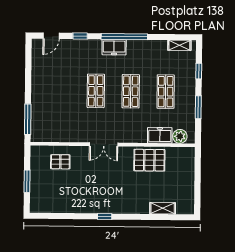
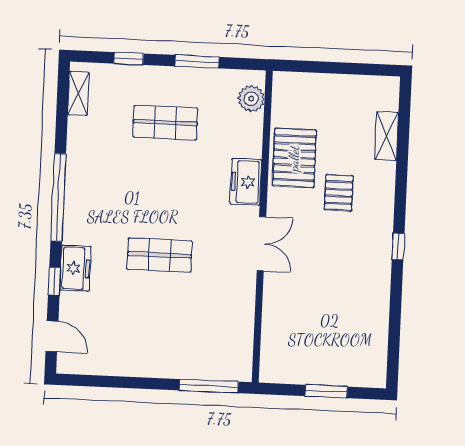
freezer: (114, 47) -> (75, 268), moved
shop shelf: (131, 91) -> (162, 189), removed
freezer: (160, 135) -> (246, 182), moved
pallet: (60, 162) -> (339, 193), moved

